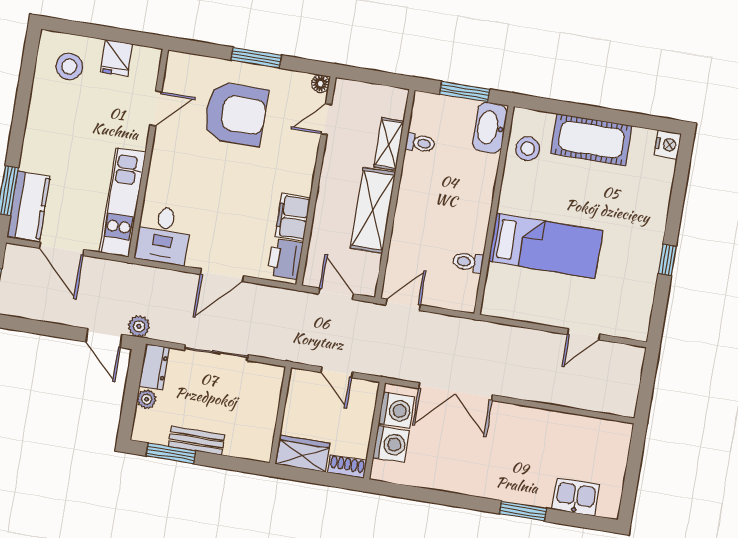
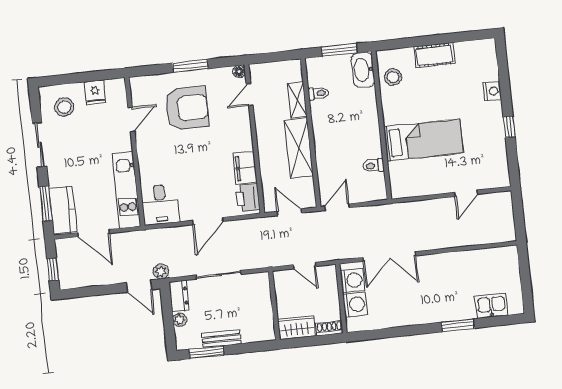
sliding door: (21, 108) -> (39, 145), added
cot: (591, 140) -> (434, 55), width x0.73, depth x0.75
nightstand: (668, 144) -> (492, 91), moved

